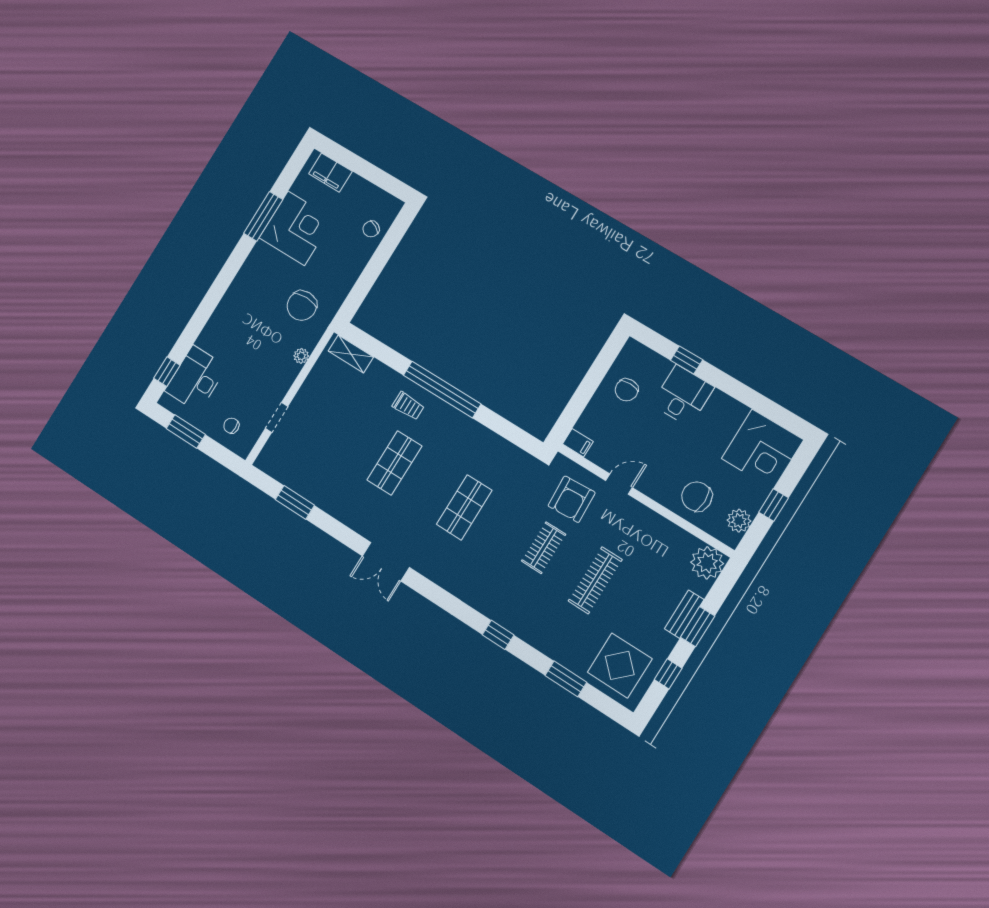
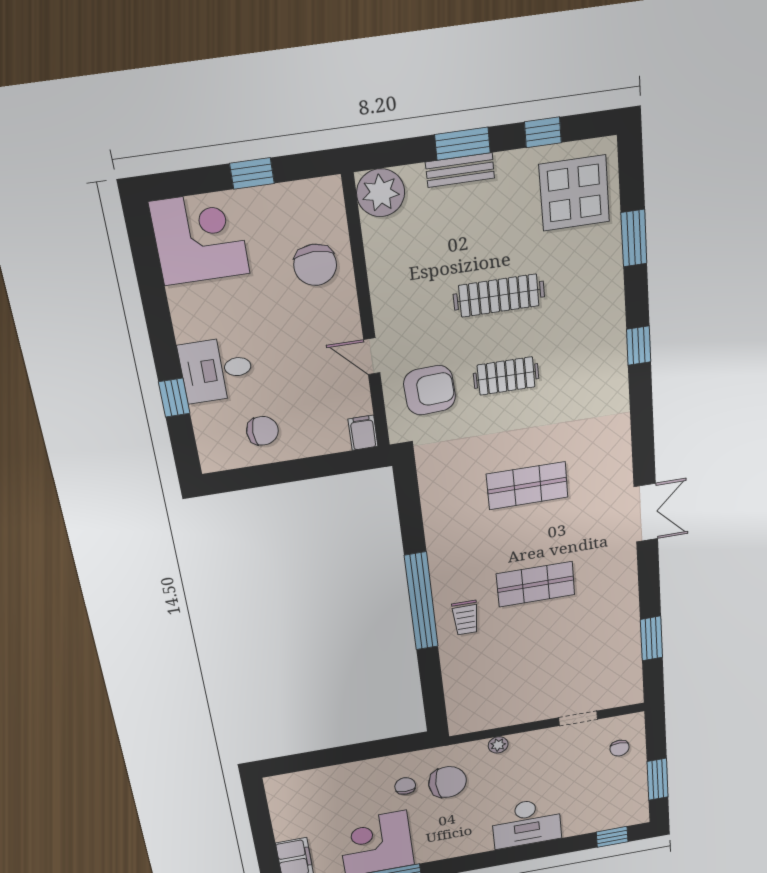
chair: (371, 229) -> (405, 786), moved, turned -119
shelving: (351, 354) -> (458, 706), removed
desk: (196, 379) -> (526, 823), moved
trolley: (408, 406) -> (466, 618), turned 180
plant: (739, 521) -> (303, 197), removed

